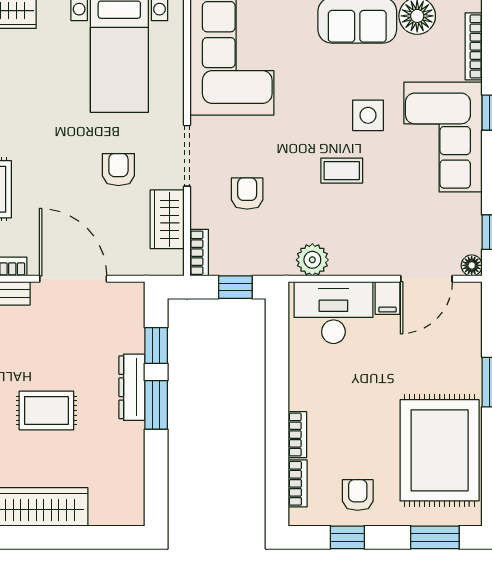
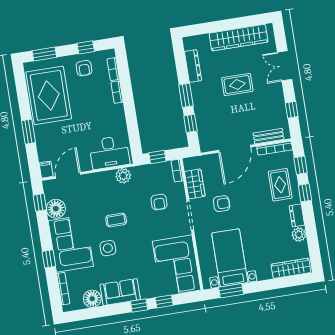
armchair: (118, 170) -> (222, 204), turned -90
floor lamp: (472, 265) -> (56, 209), moved, width x1.89, depth x1.89
door: (73, 279) -> (235, 149), hinge flipped
filing cabinet: (387, 298) -> (46, 170), moved
dresser: (132, 387) -> (193, 66), moved

